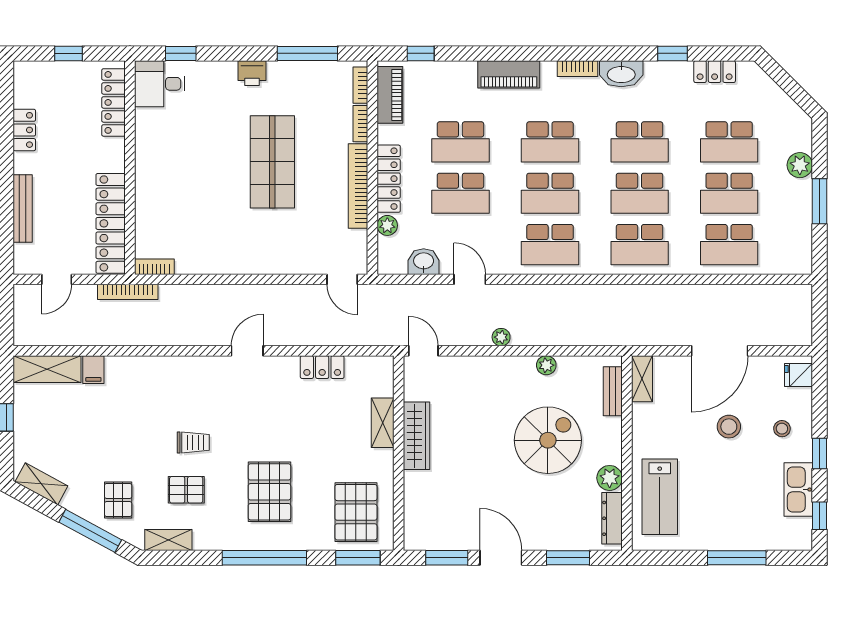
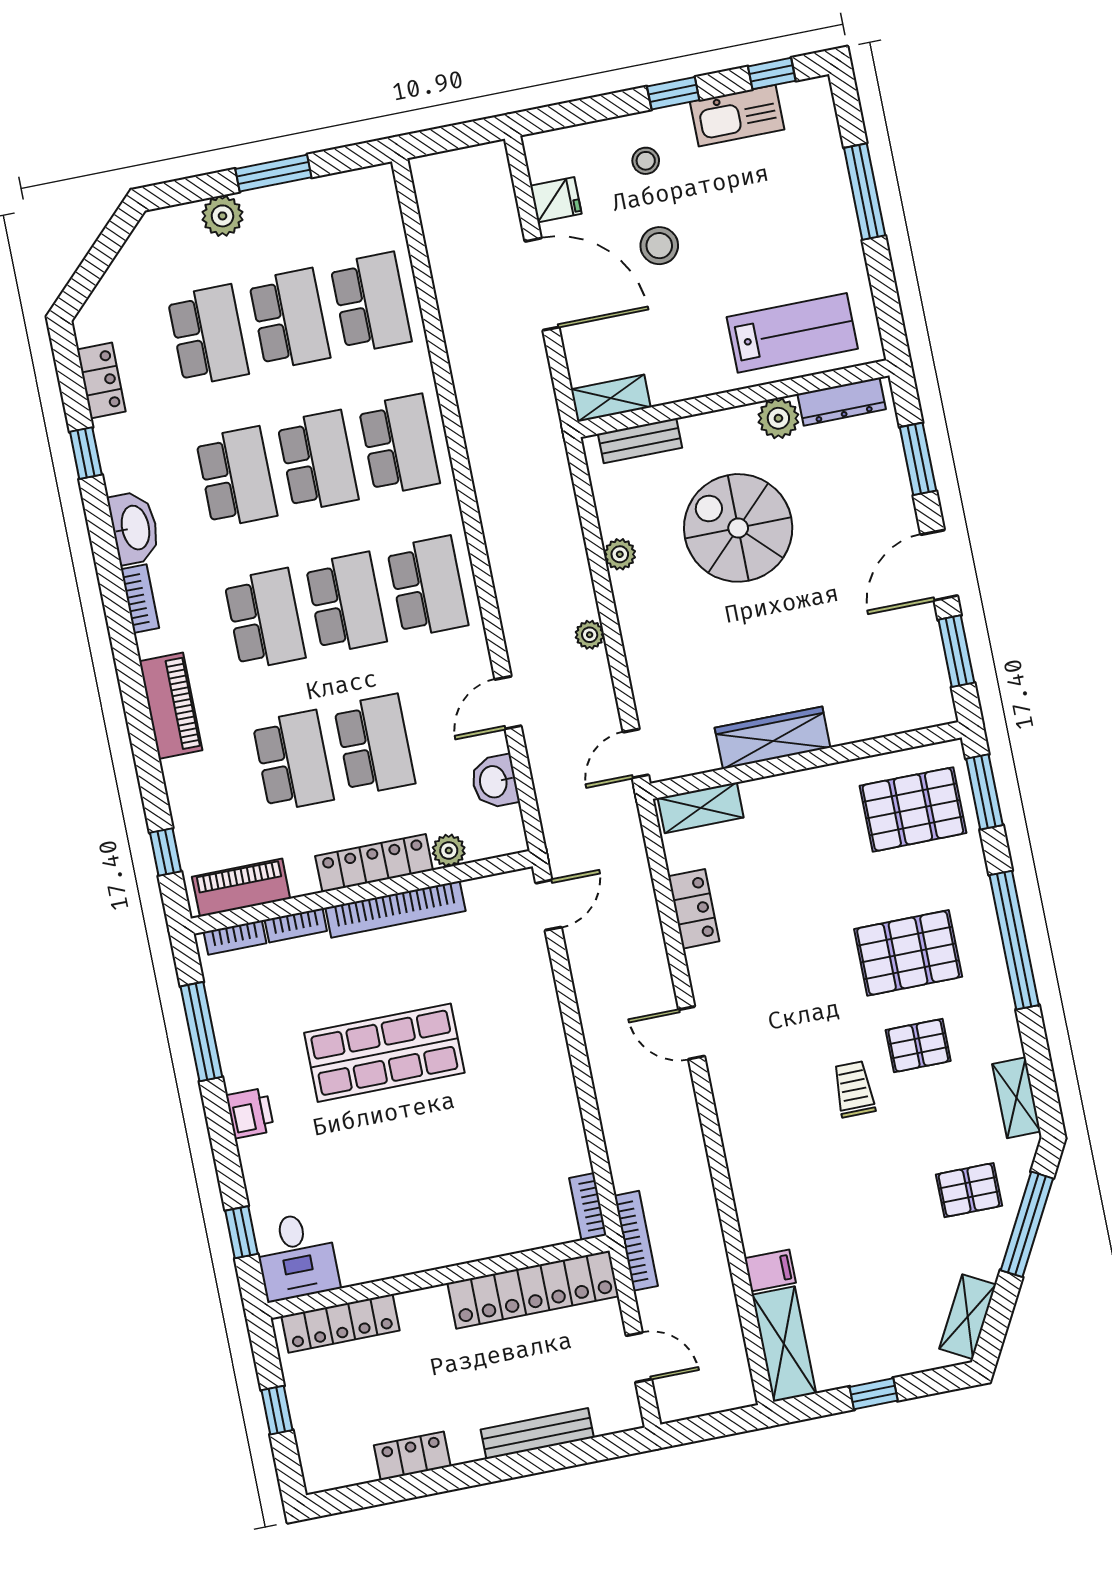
fridge: (799, 375) -> (556, 200), moved, turned -90
shelving: (383, 423) -> (701, 808), moved
pallet: (186, 490) -> (918, 1046), moved, turned 90

